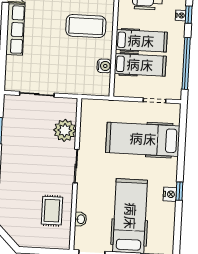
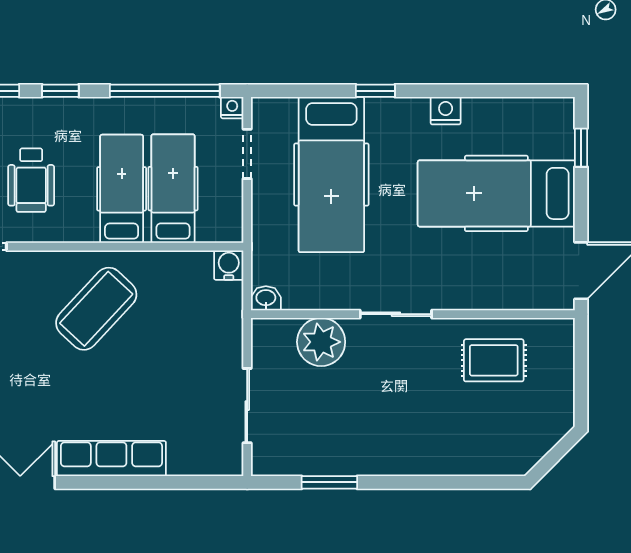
nightstand: (181, 15) -> (232, 108), moved
coffee table: (86, 26) -> (96, 309), turned 43
water cooler: (104, 66) -> (229, 265), moved
window: (179, 191) -> (375, 91), moved
washbasin: (81, 219) -> (266, 298), moved

